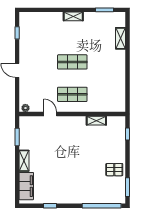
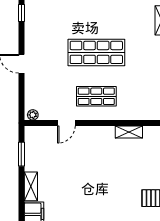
shop shelf: (72, 62) -> (96, 52), width x1.43, depth x1.36
door: (50, 114) -> (66, 123), swing flipped

